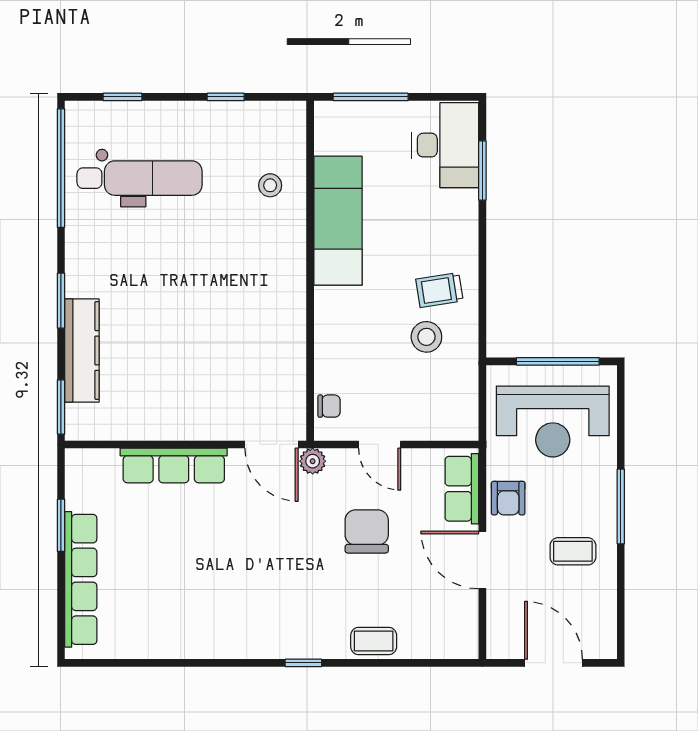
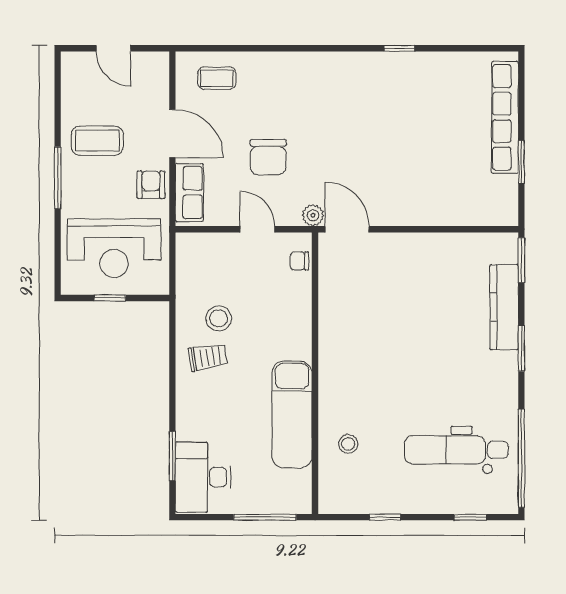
window: (558, 361) -> (110, 298), width x0.46
reception desk: (553, 421) -> (114, 248), turned 180
row of seats: (174, 465) -> (428, 212), removed
coffee table: (573, 551) -> (97, 141), width x1.36, depth x1.30
coffee table: (374, 641) -> (217, 78), moved
window: (303, 663) -> (399, 48), moved
door: (554, 663) -> (113, 48), width x0.73

